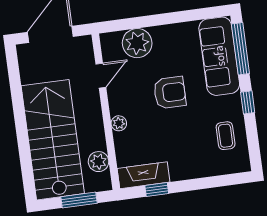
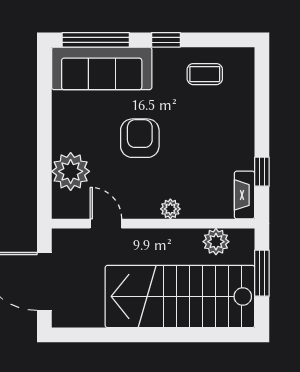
fireplace: (144, 175) -> (245, 195), width x0.73, depth x0.76

